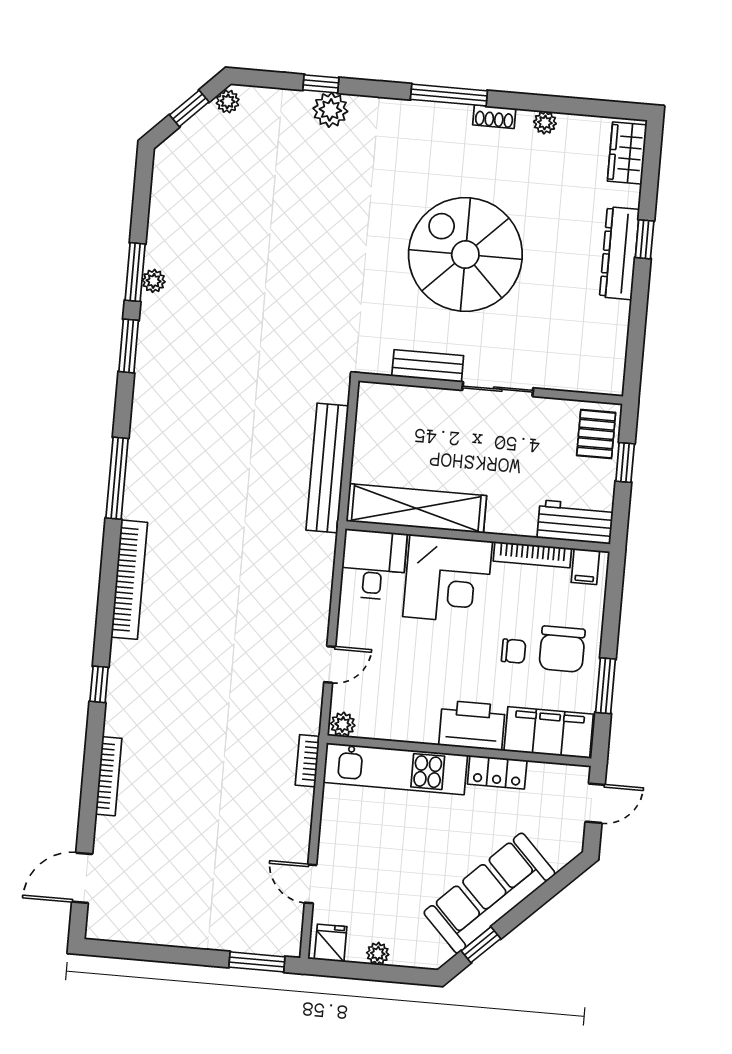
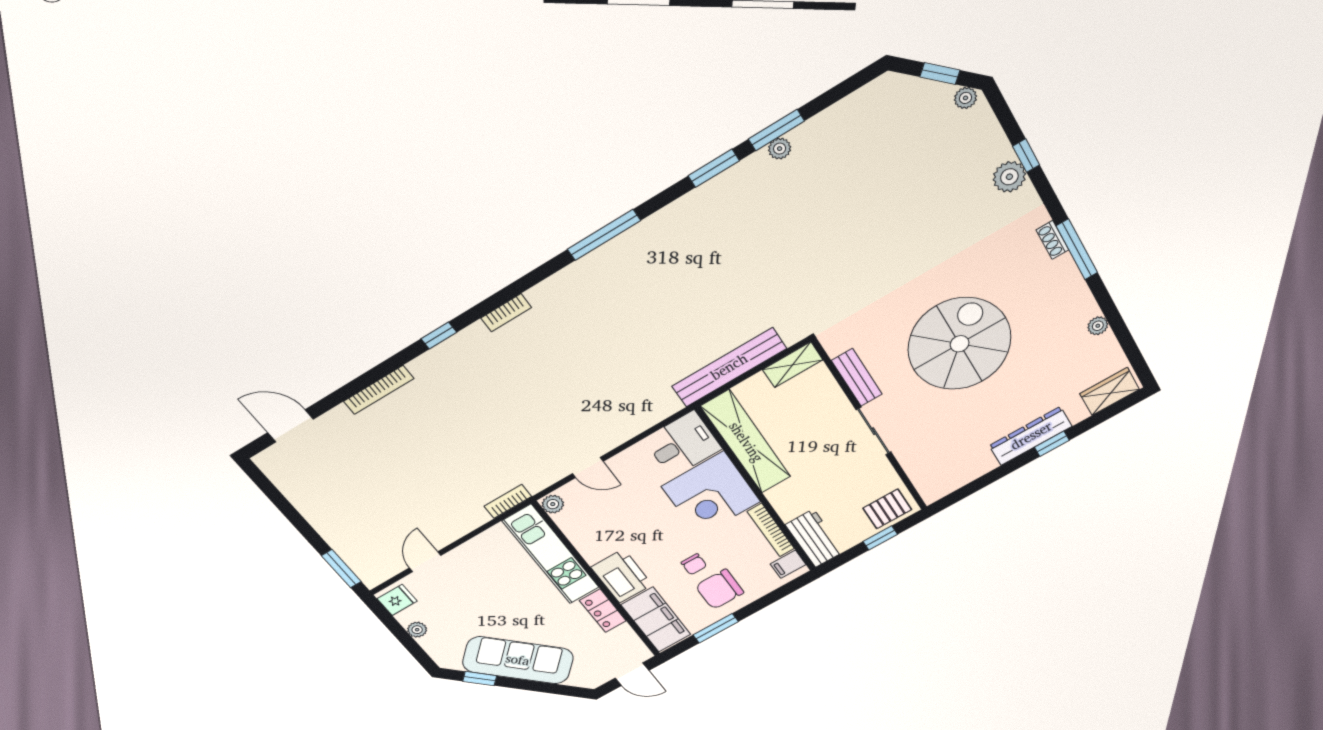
shoe rack: (494, 117) -> (1052, 240), moved
shelving: (369, 412) -> (793, 365), added
bookcase: (129, 580) -> (506, 313), width x0.43, depth x0.76

